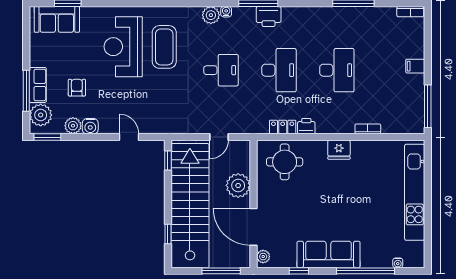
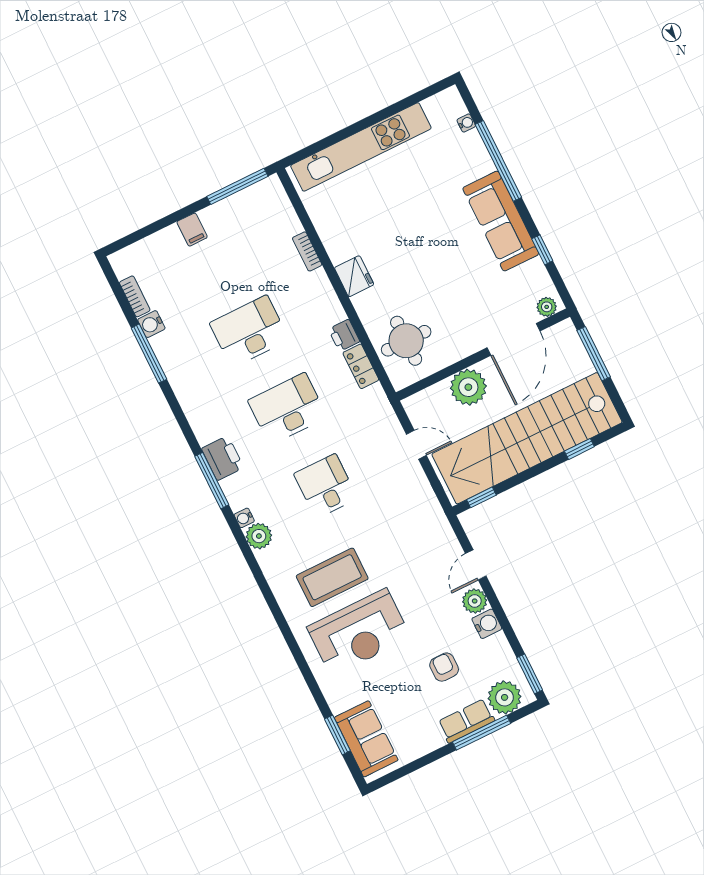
bookcase: (410, 12) -> (135, 296), moved
water cooler: (370, 13) -> (151, 324), added
armchair: (77, 88) -> (444, 667), turned 90
plant: (73, 126) -> (475, 601), moved

